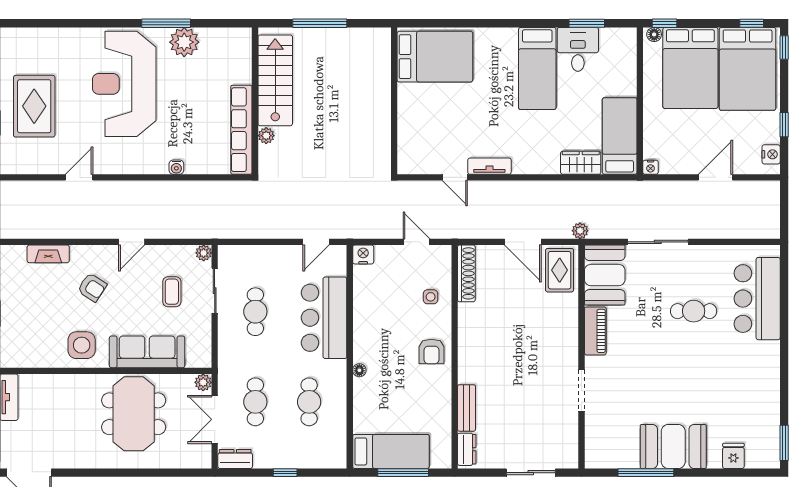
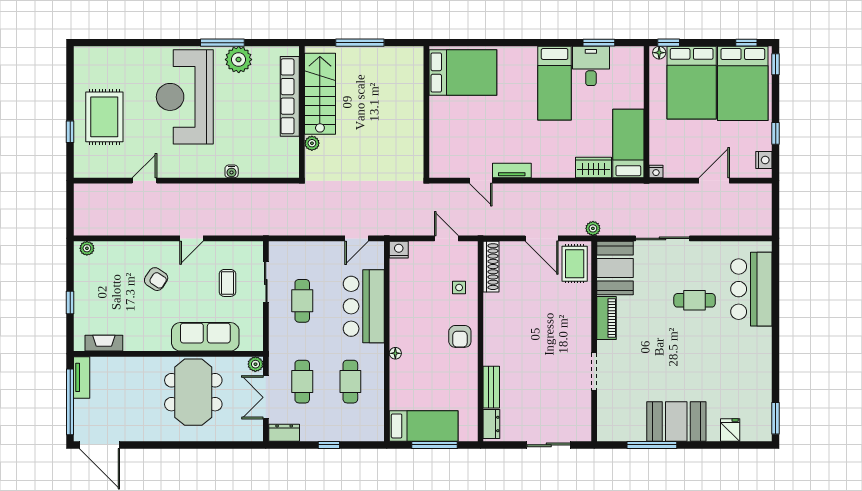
row of seats: (241, 130) -> (290, 96), moved
plant: (204, 253) -> (87, 248), moved
fireplace: (48, 254) -> (104, 343), moved, turned 180
side table: (82, 345) -> (147, 331), removed

